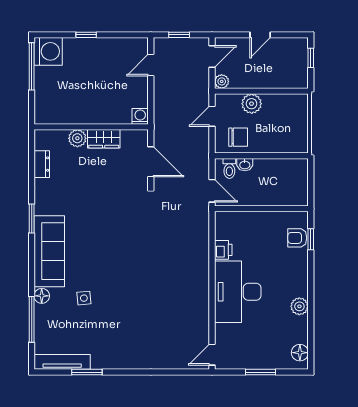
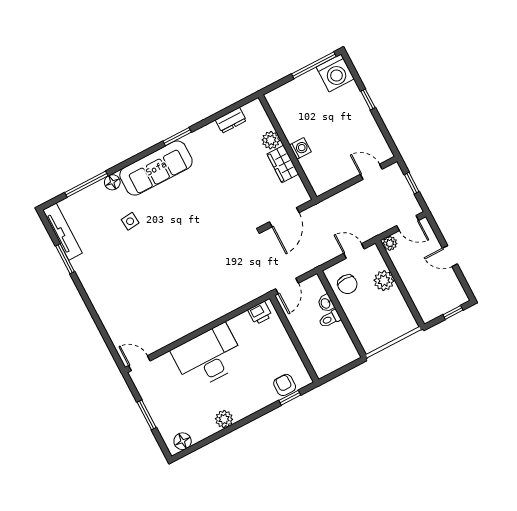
washing machine: (140, 116) -> (300, 148), moved
toilet: (229, 168) -> (330, 319), moved
printer: (223, 250) -> (260, 313), moved

